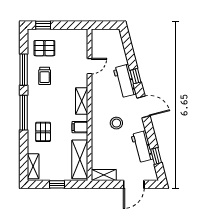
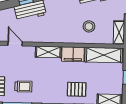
stool: (116, 123) -> (89, 26), moved
filing cabinet: (80, 127) -> (73, 54), width x2.00

